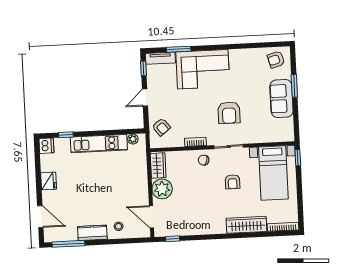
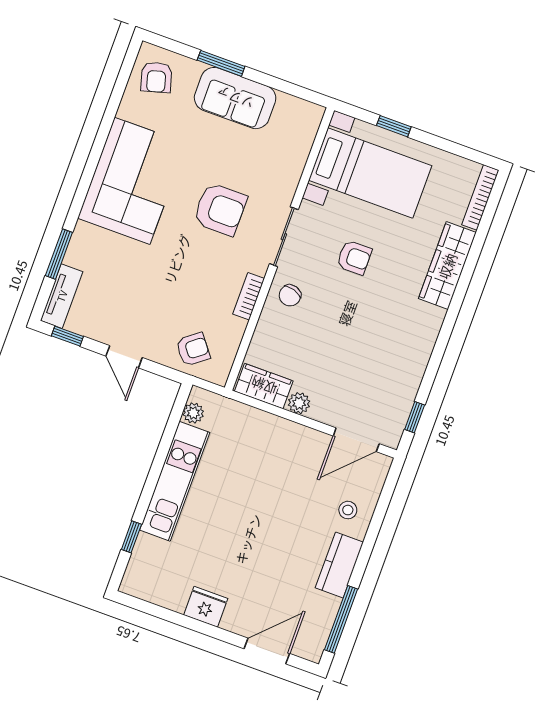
corner sofa: (203, 69) -> (132, 181), moved
dishwasher: (46, 146) -> (137, 583), removed
window: (298, 158) -> (394, 126), moved
plant: (162, 189) -> (299, 403), width x0.53, depth x0.53

